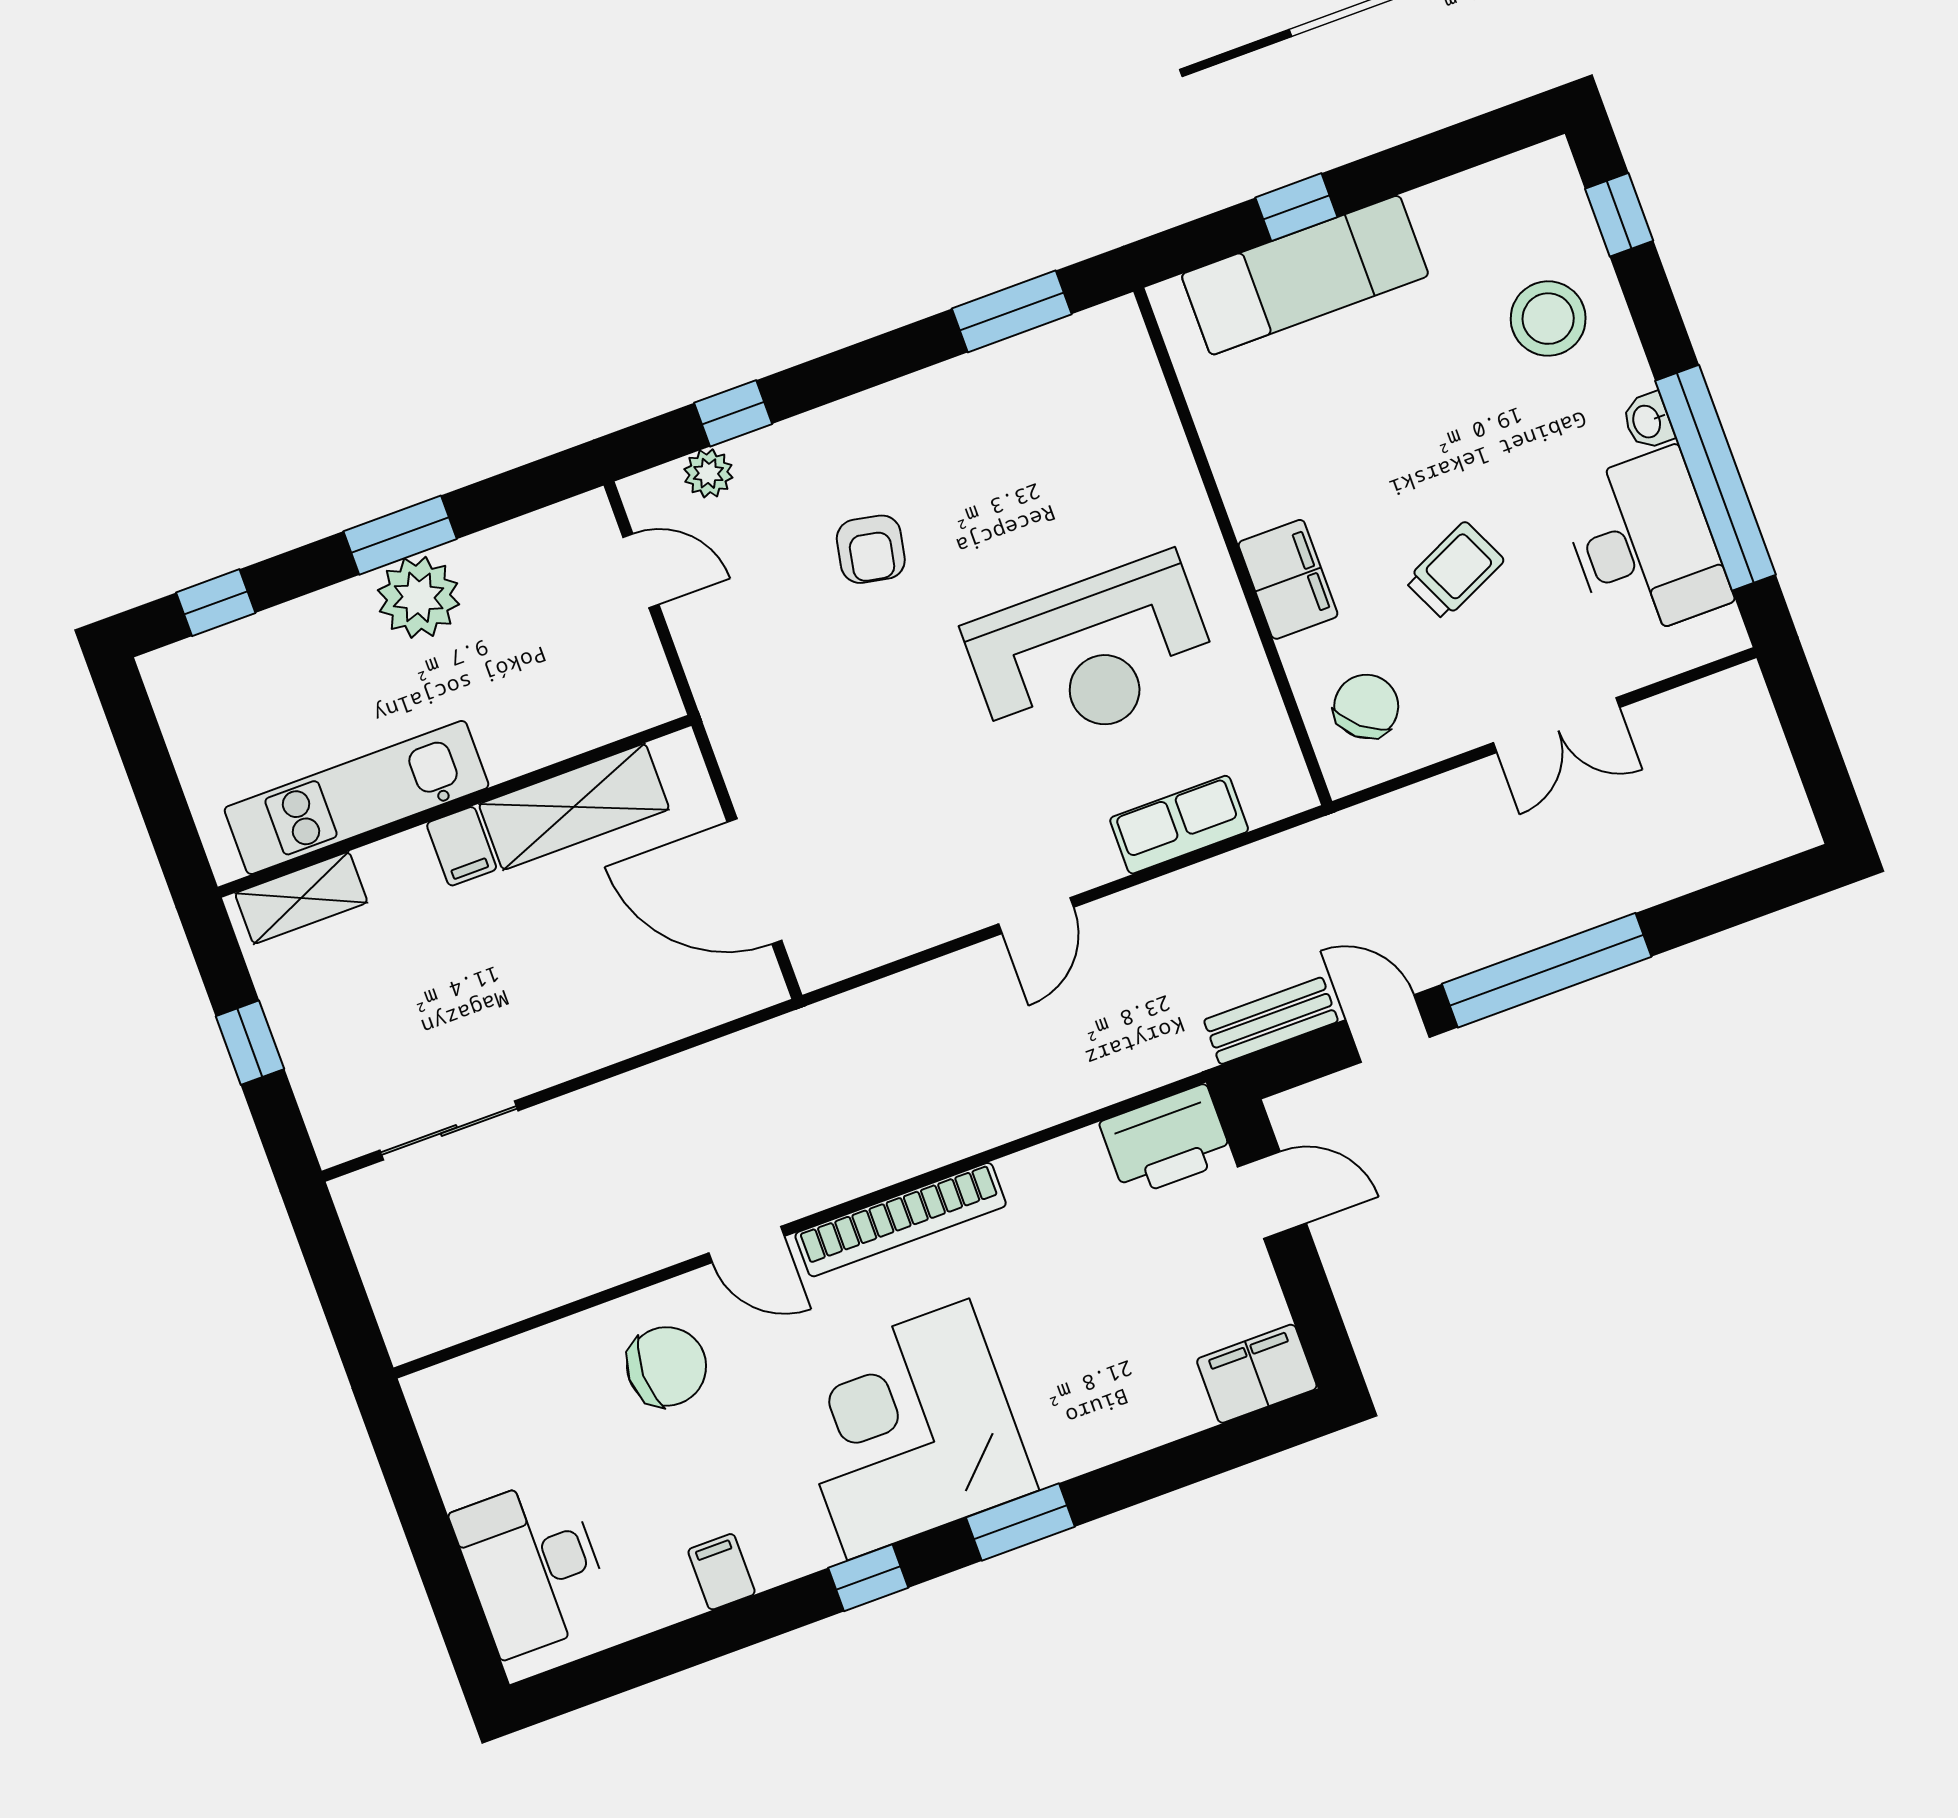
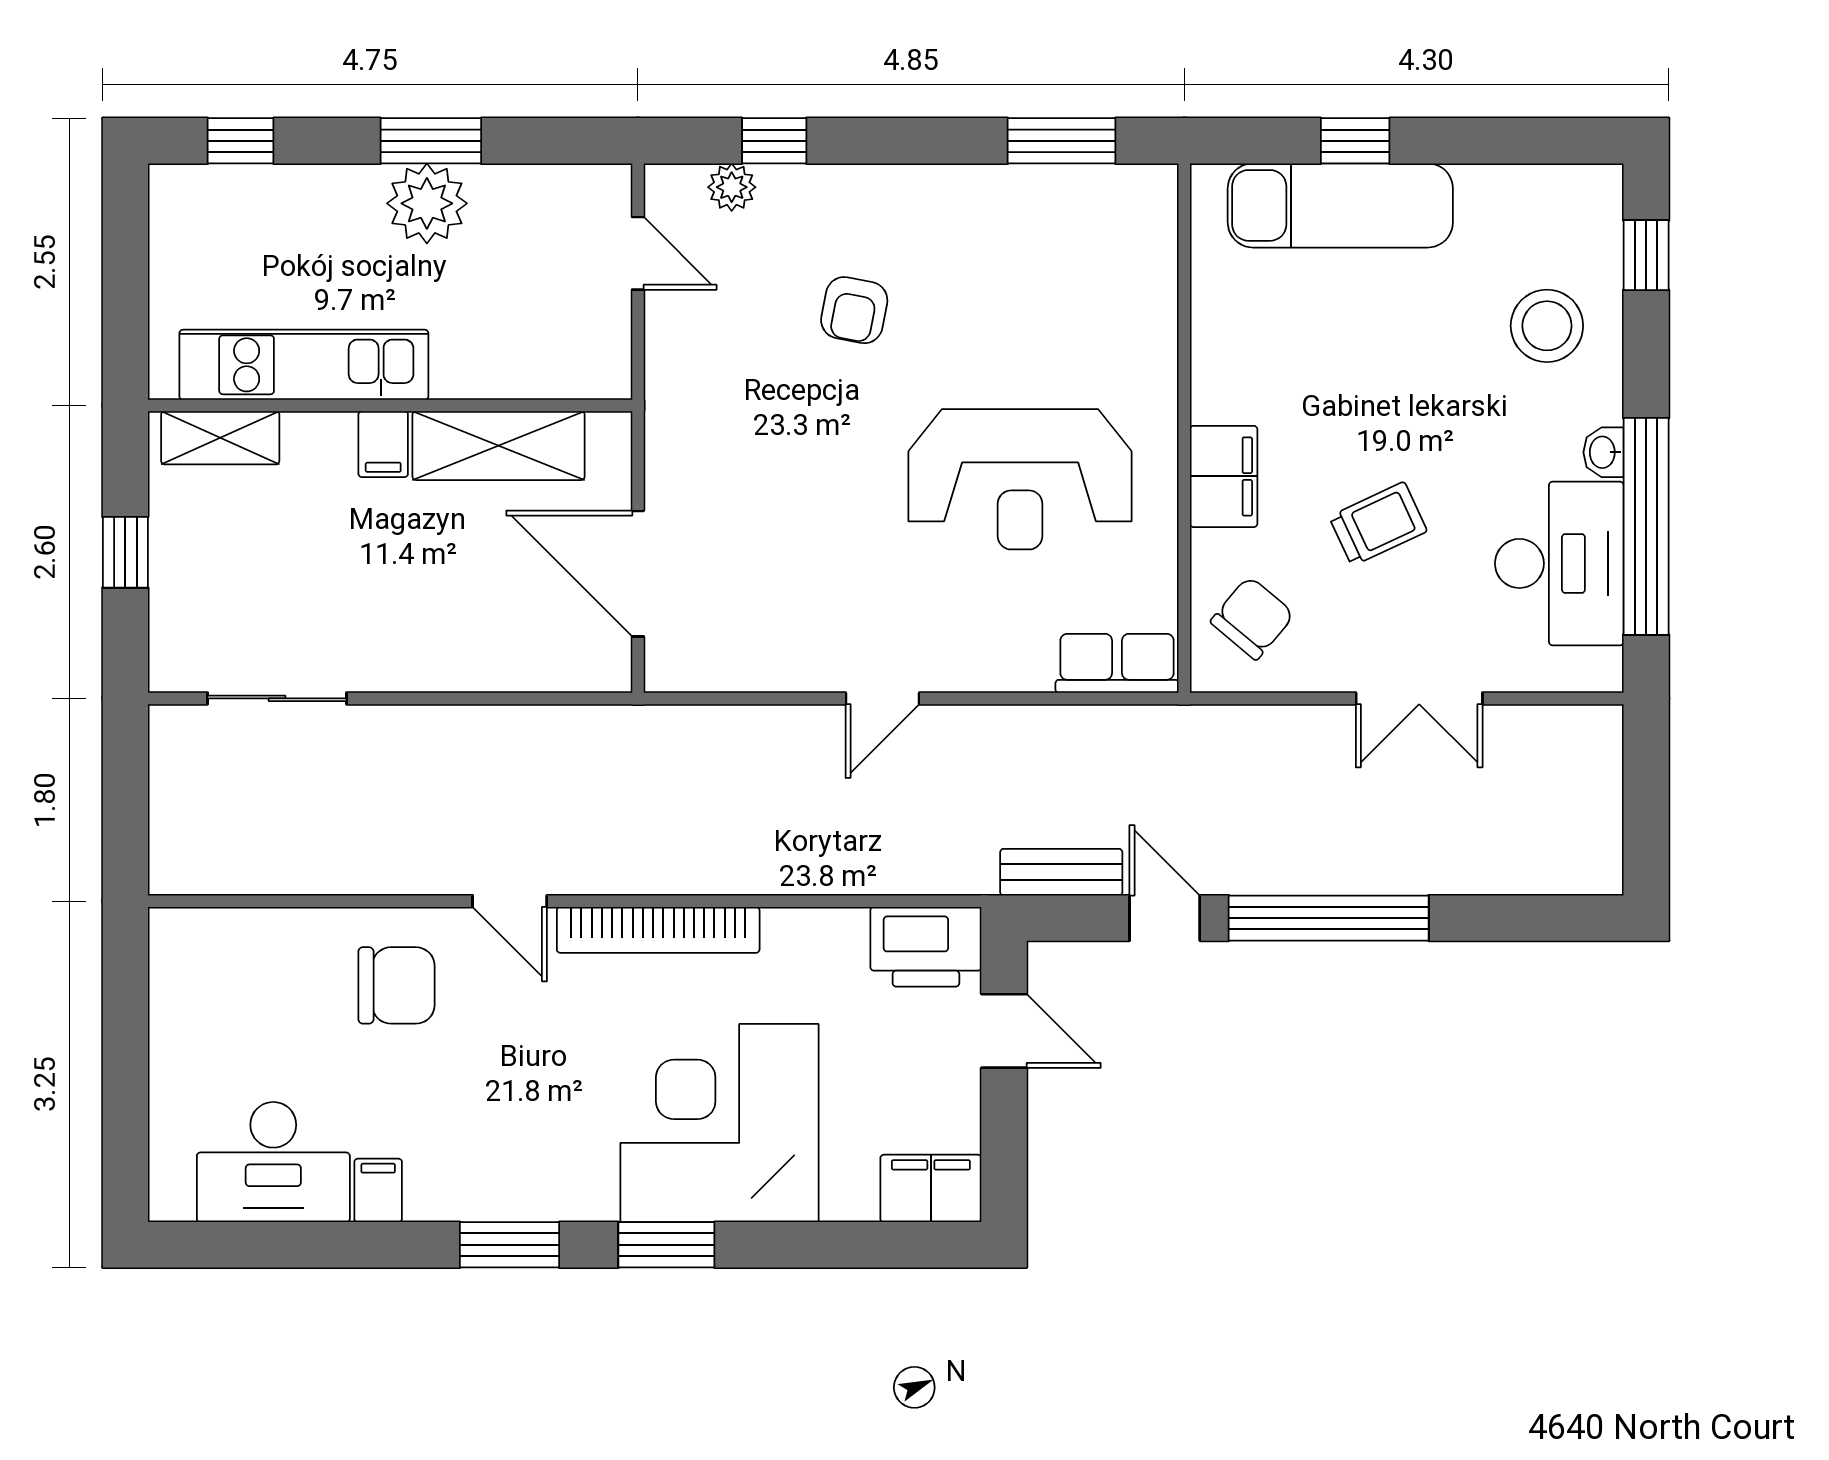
row of seats: (1179, 825) -> (1117, 663), moved
corner desk: (908, 1429) -> (719, 1123), moved
desk: (533, 1567) -> (273, 1162), moved, turned -90
window: (868, 1578) -> (510, 1245), width x1.50

